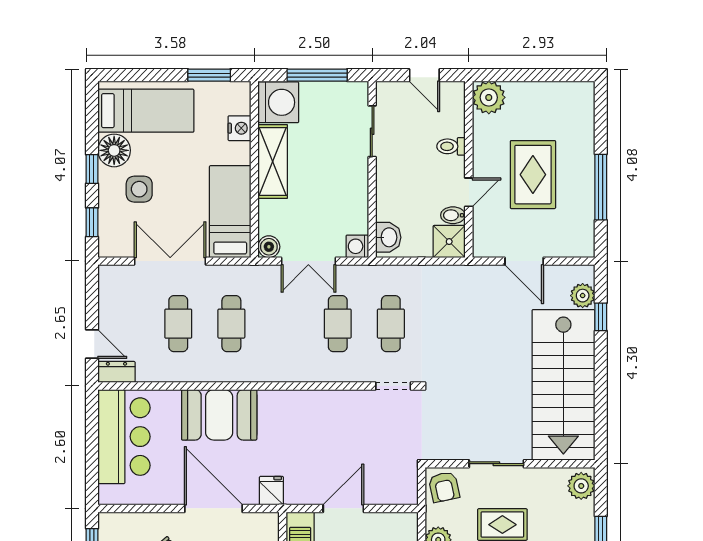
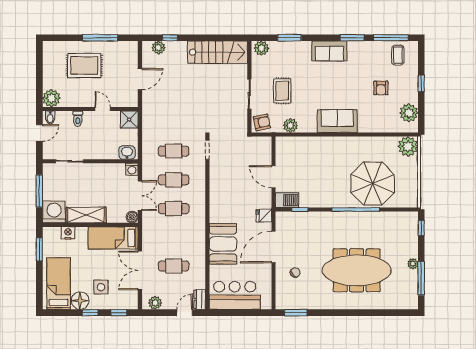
rug: (533, 175) -> (84, 65), moved
bidet: (453, 215) -> (50, 118), moved
plant: (110, 289) -> (155, 303), added
cafe table: (231, 324) -> (174, 209), moved
stairs: (563, 385) -> (218, 52), width x0.73, depth x0.66

